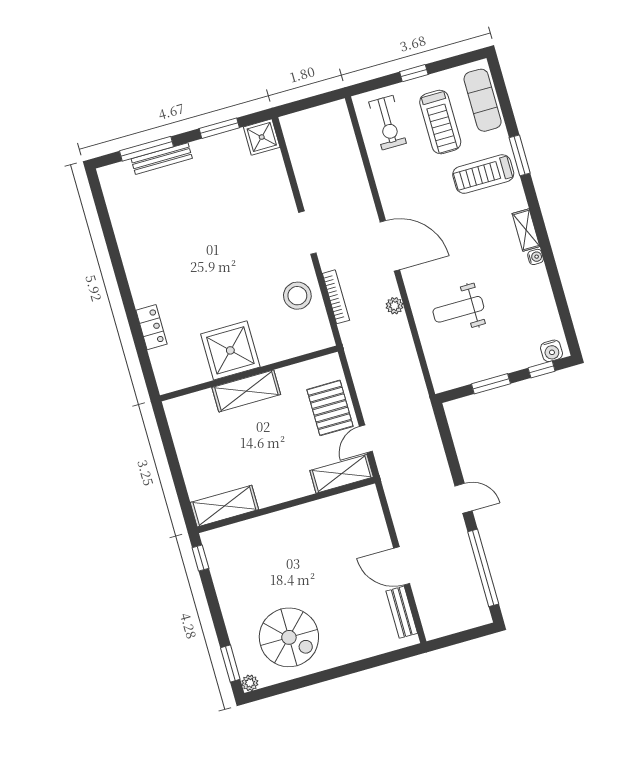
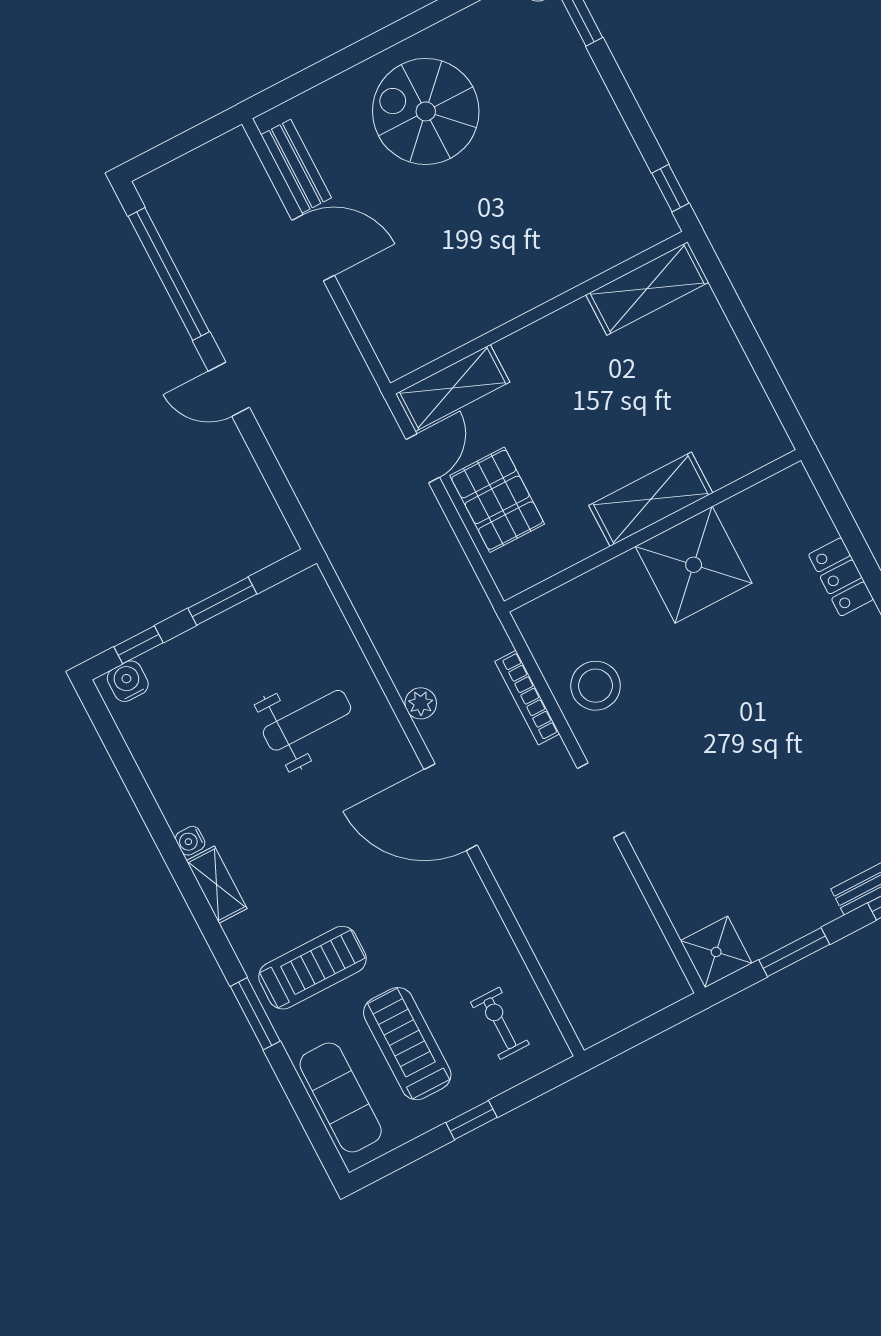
exercise bike: (388, 123) -> (500, 1023), width x0.73, depth x0.72
spiral stairs: (289, 637) -> (426, 111), moved

